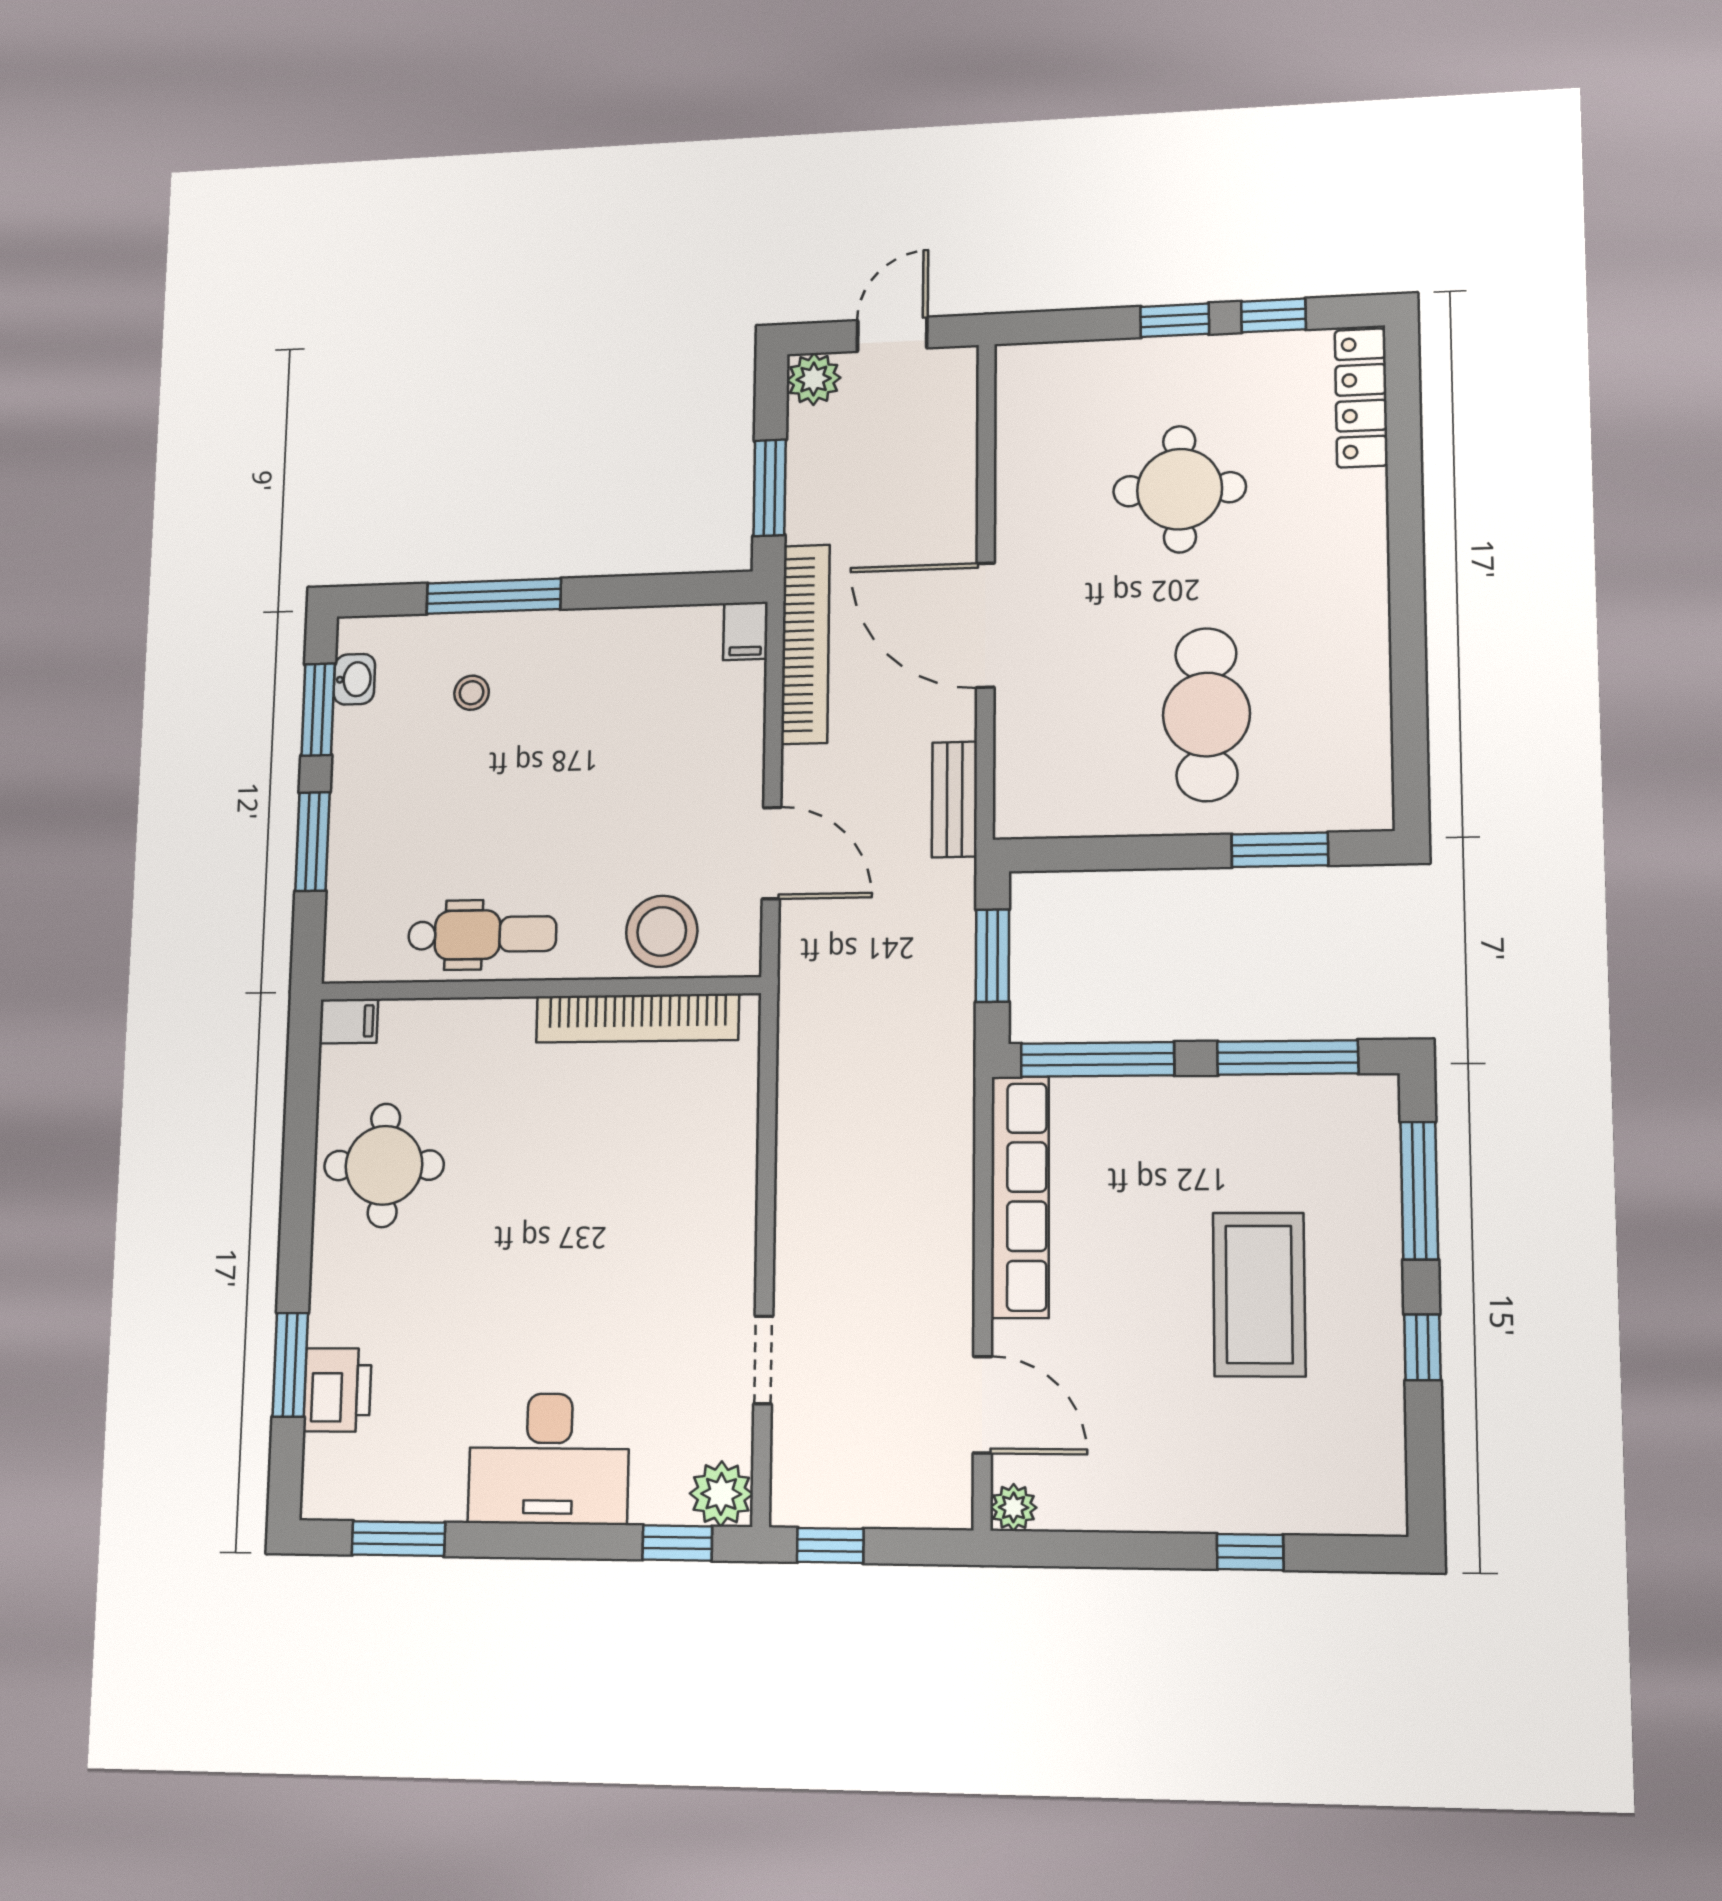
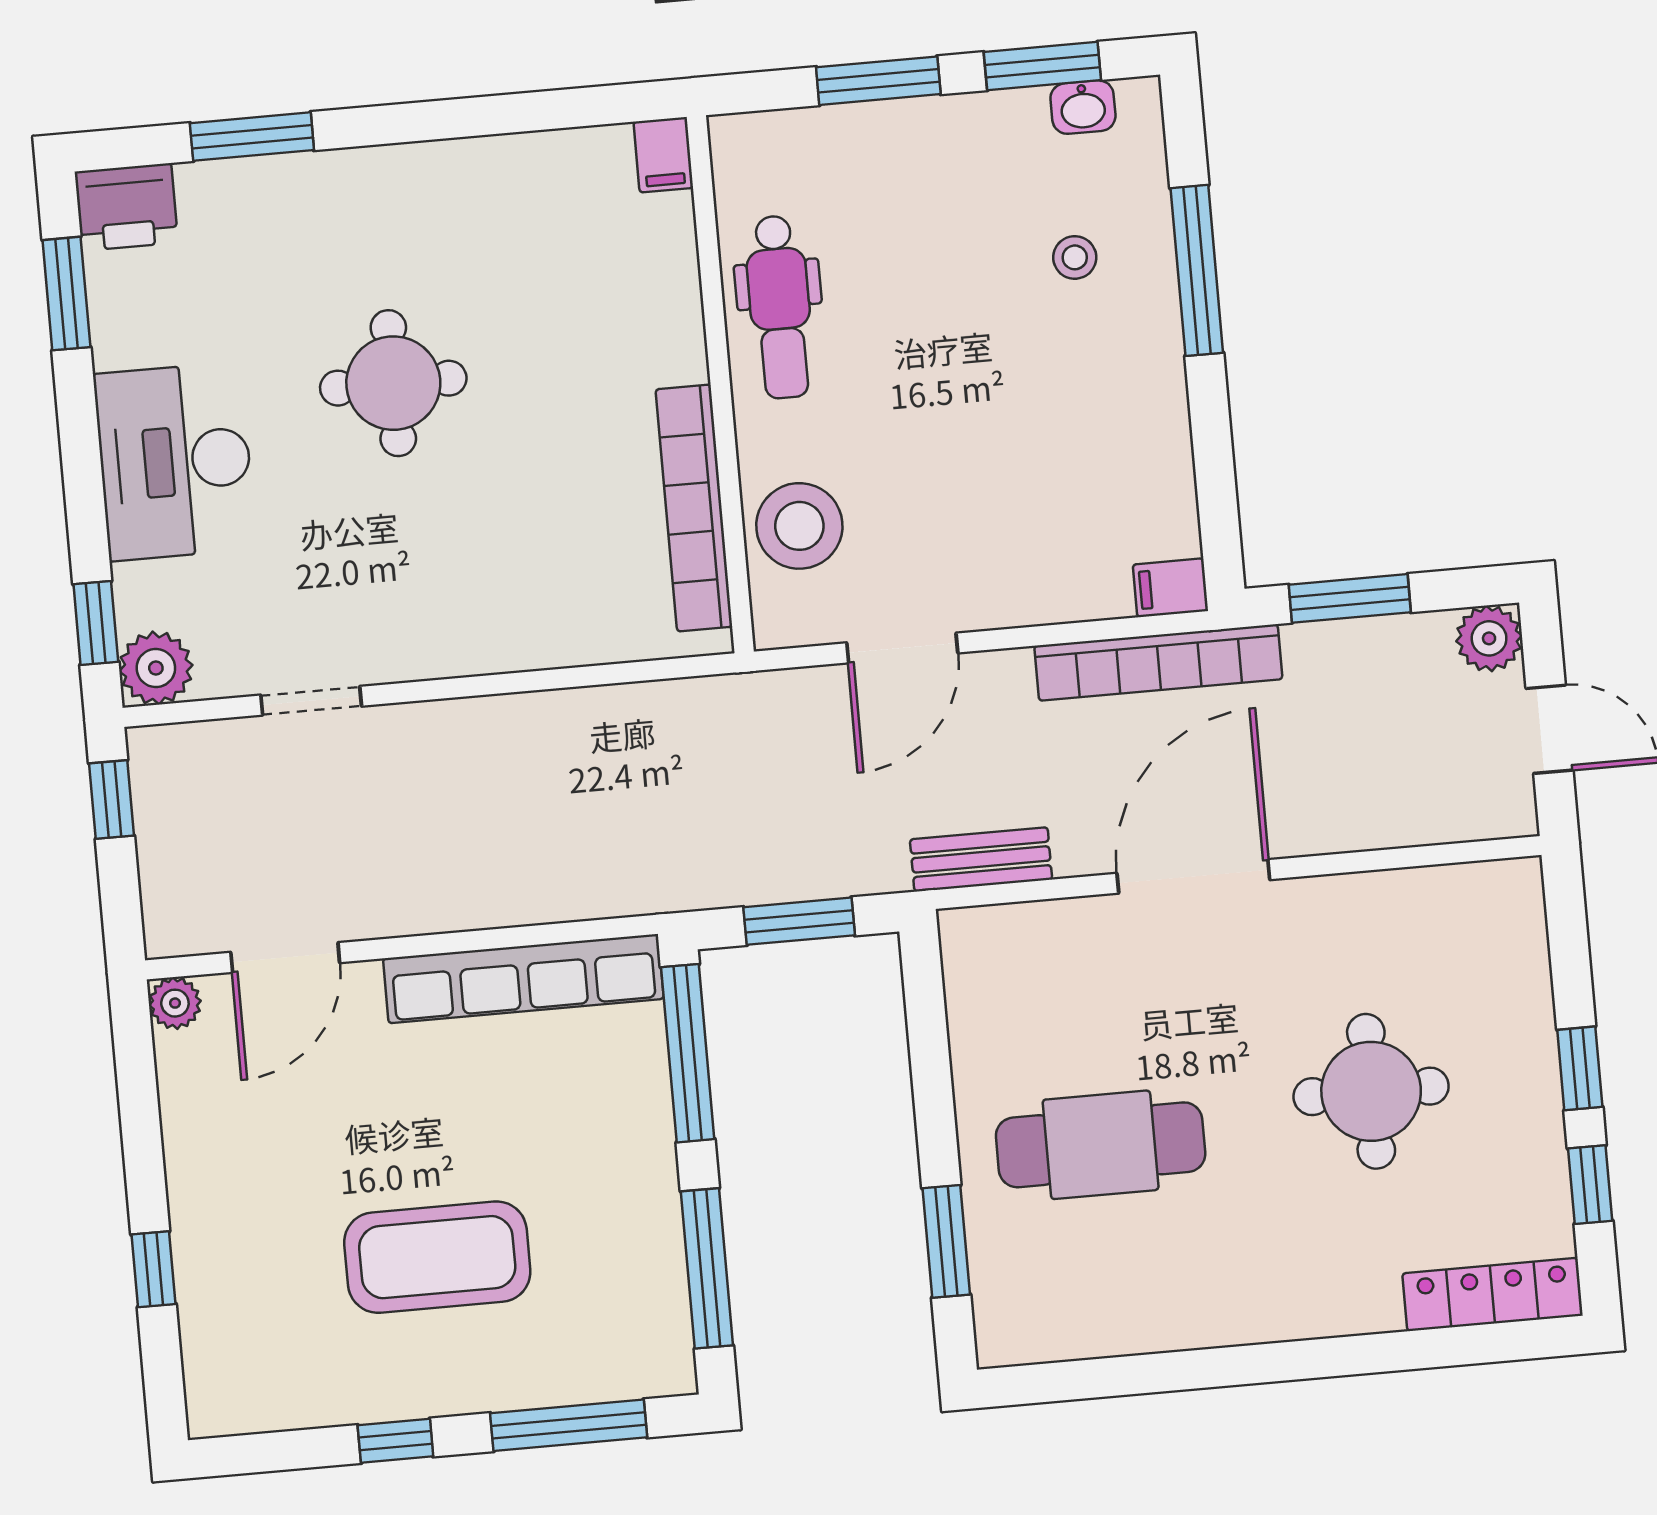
round table: (384, 1165) -> (393, 383), moved
printer: (337, 1390) -> (126, 207), moved

